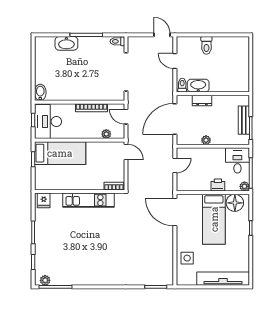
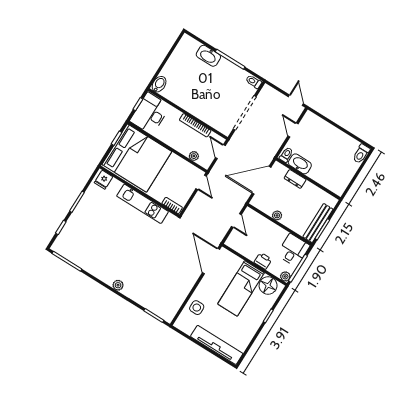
toilet: (206, 45) -> (361, 154), moved
bench: (244, 120) -> (318, 223), width x1.36
bed: (60, 153) -> (137, 158), width x2.04
door: (175, 165) -> (236, 221), hinge flipped
plant: (45, 280) -> (118, 285), moved

